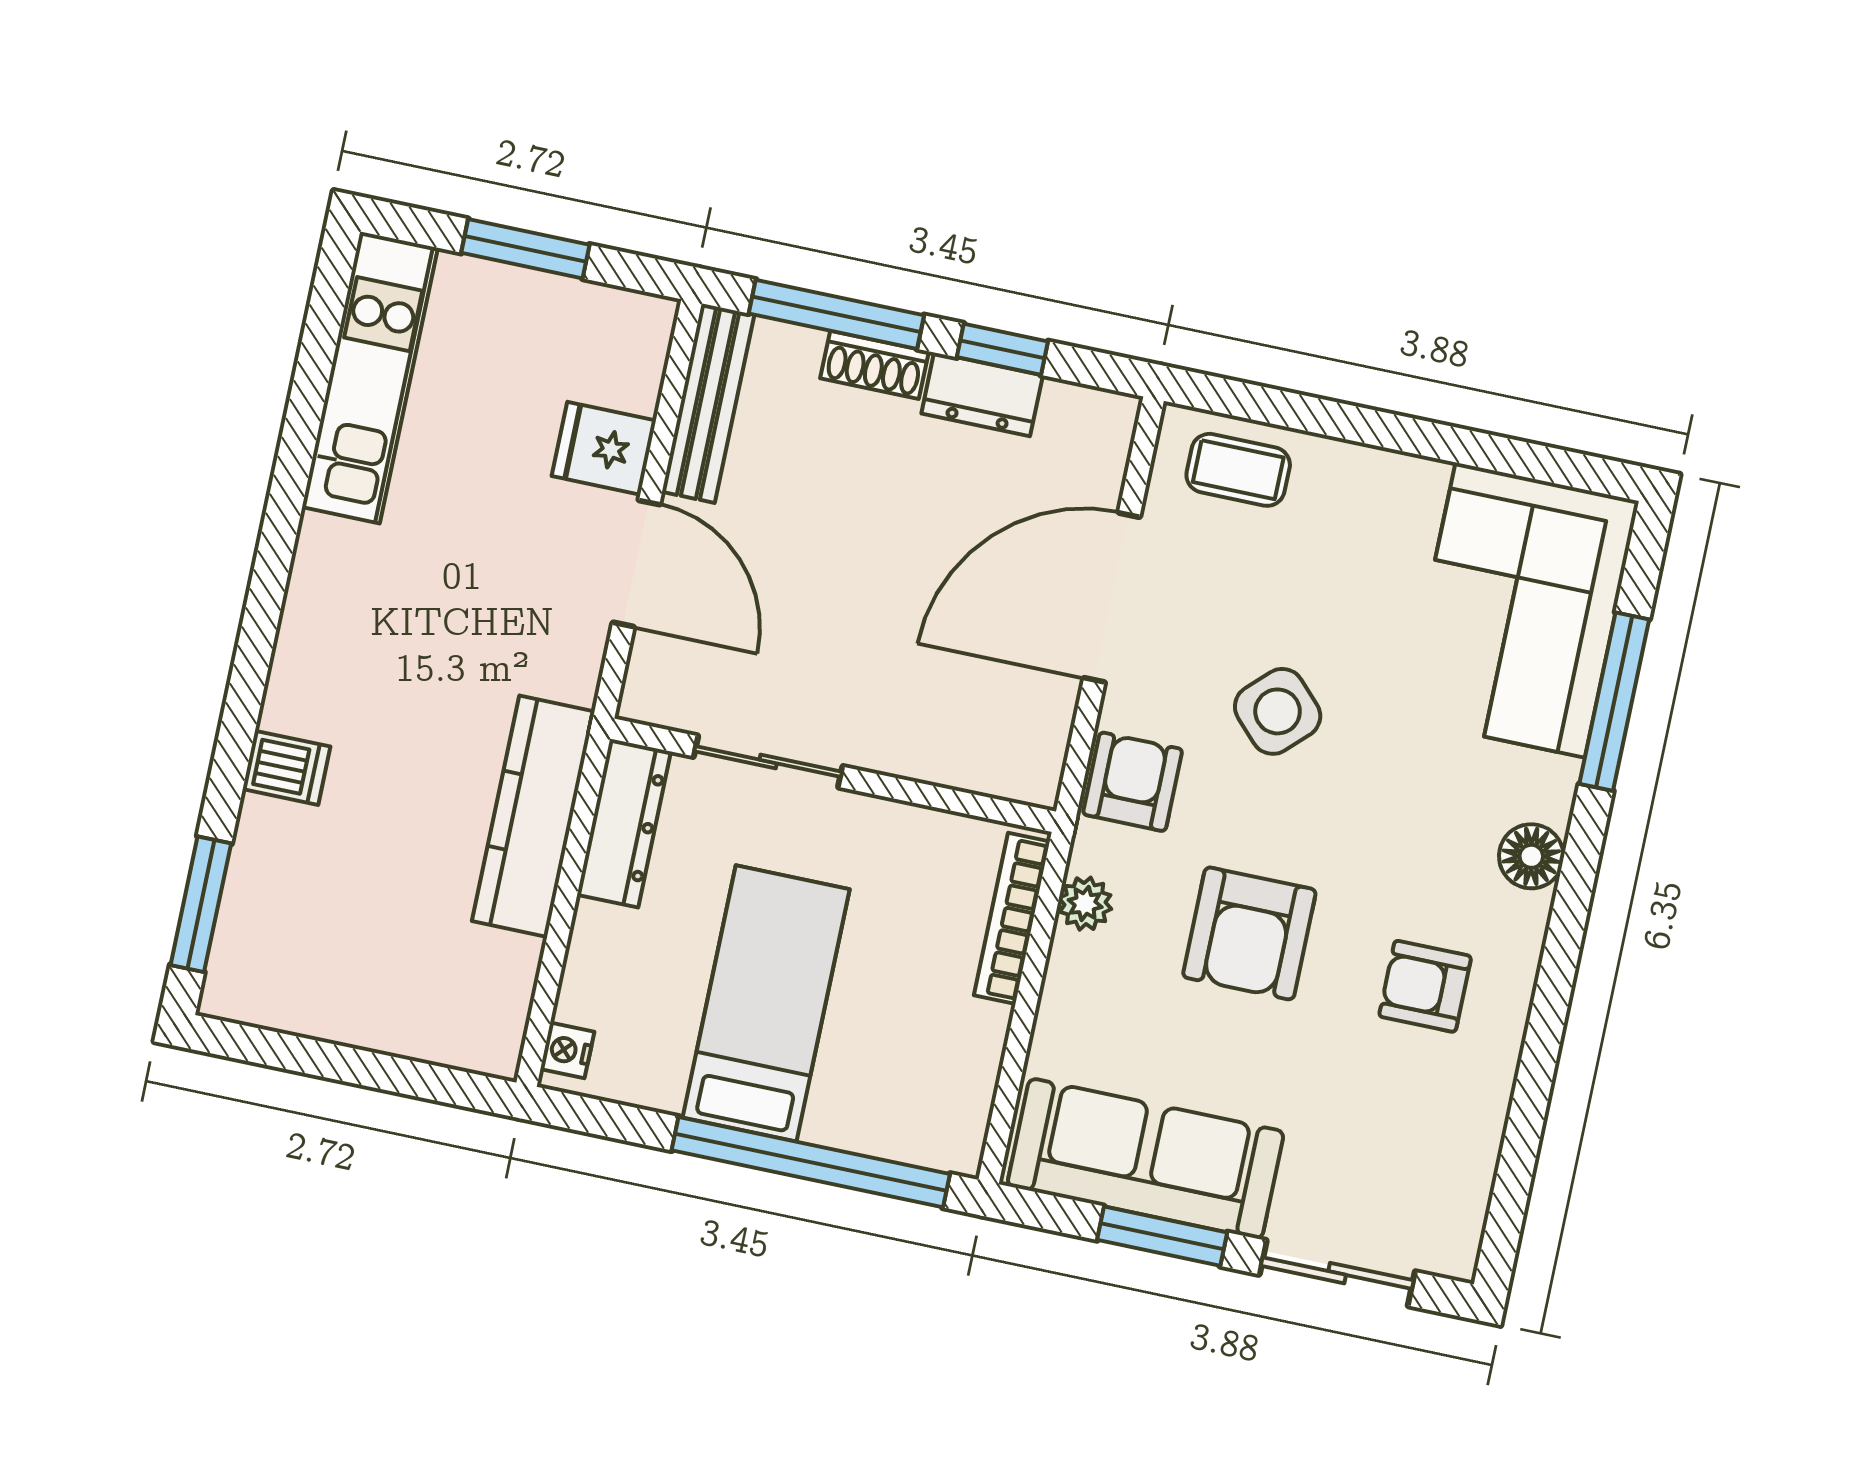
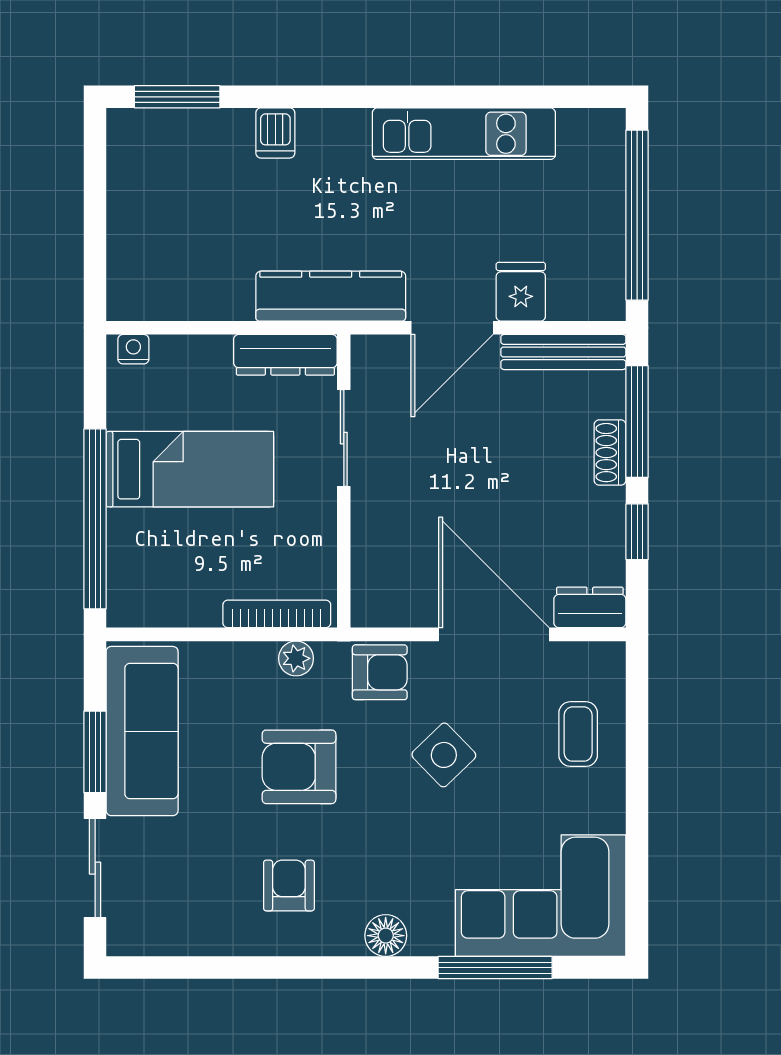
window: (525, 249) -> (637, 215), width x2.11
kitchen unit: (370, 378) -> (464, 134), moved
dresser: (982, 394) -> (590, 607), moved, turned 90
coffee table: (1238, 470) -> (578, 734), moved
kitchen counter: (533, 816) -> (331, 296), moved

